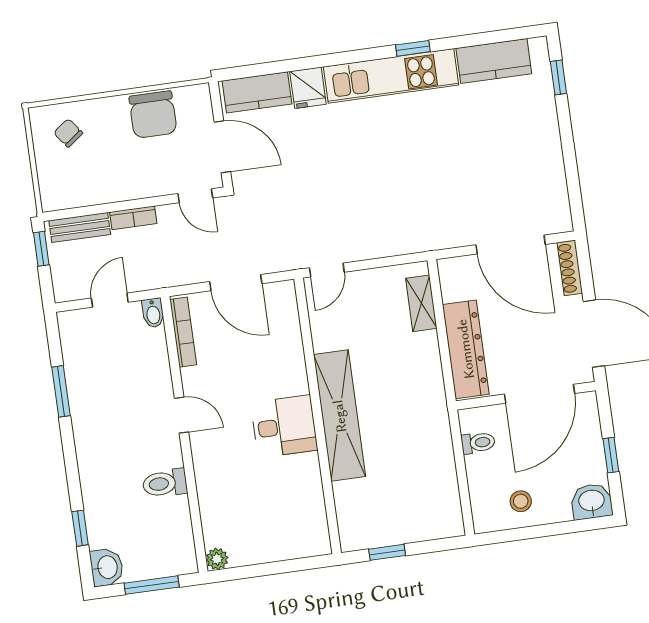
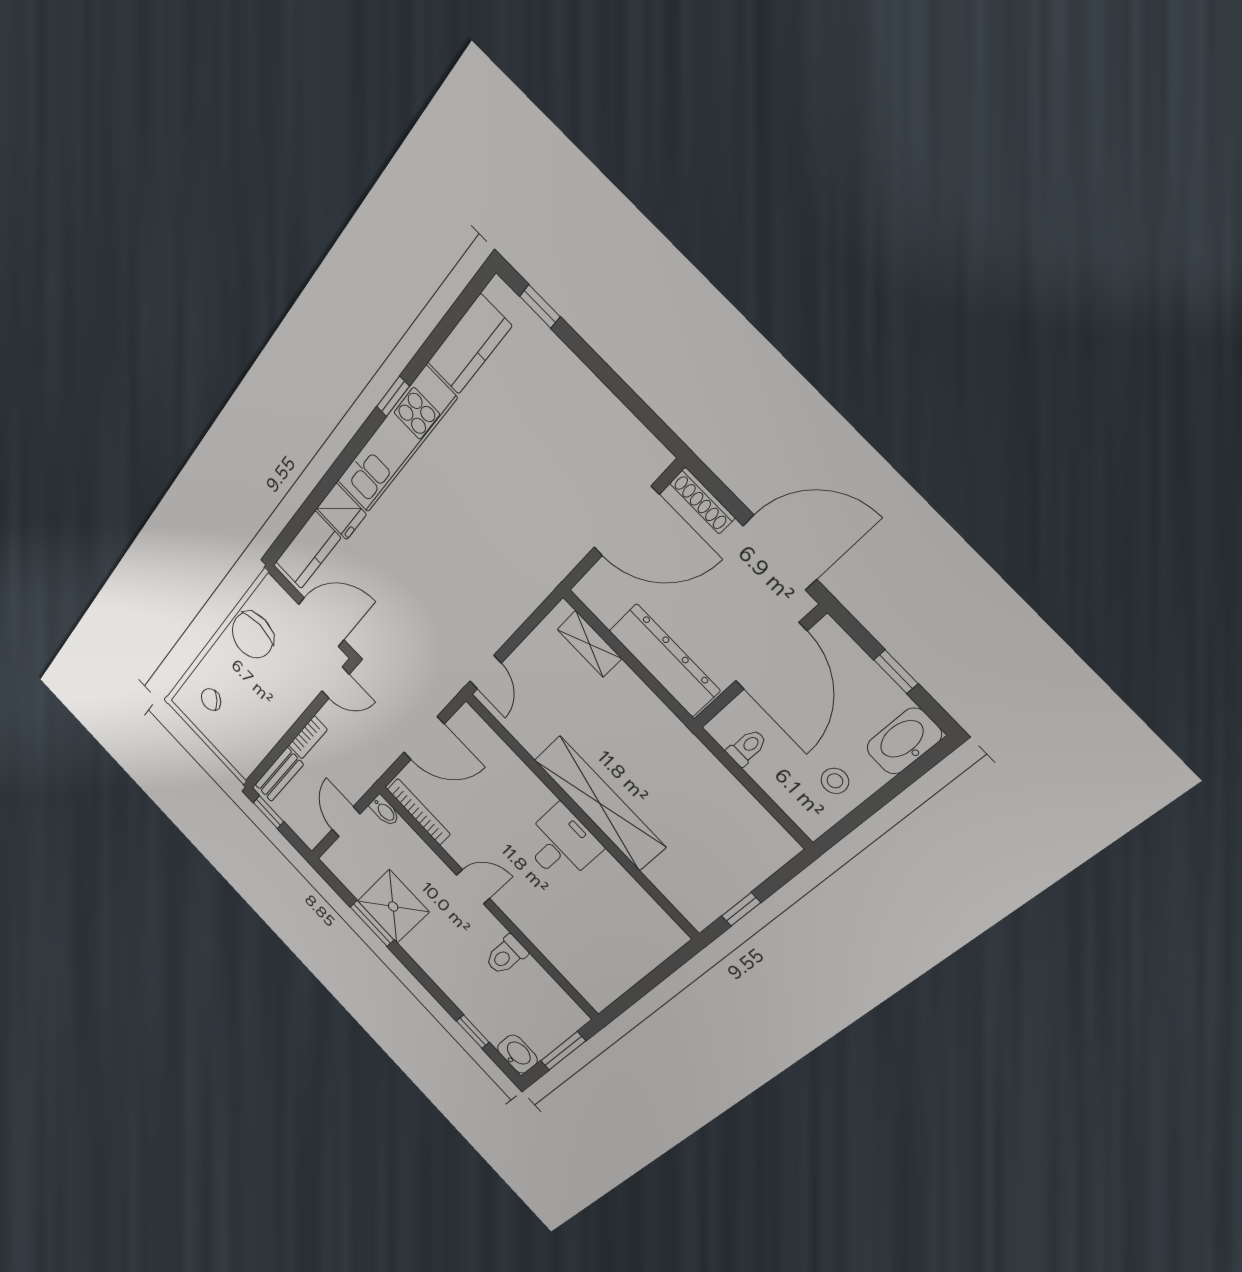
chair: (153, 115) -> (253, 635), turned 90
shower: (94, 389) -> (393, 906), added
washbasin: (592, 501) -> (904, 741), width x1.38
plant: (217, 559) -> (598, 999), removed

